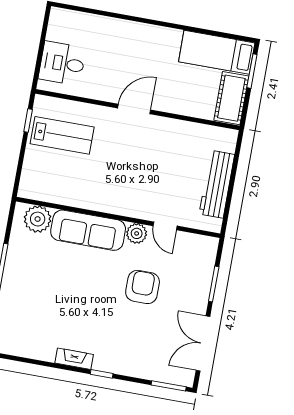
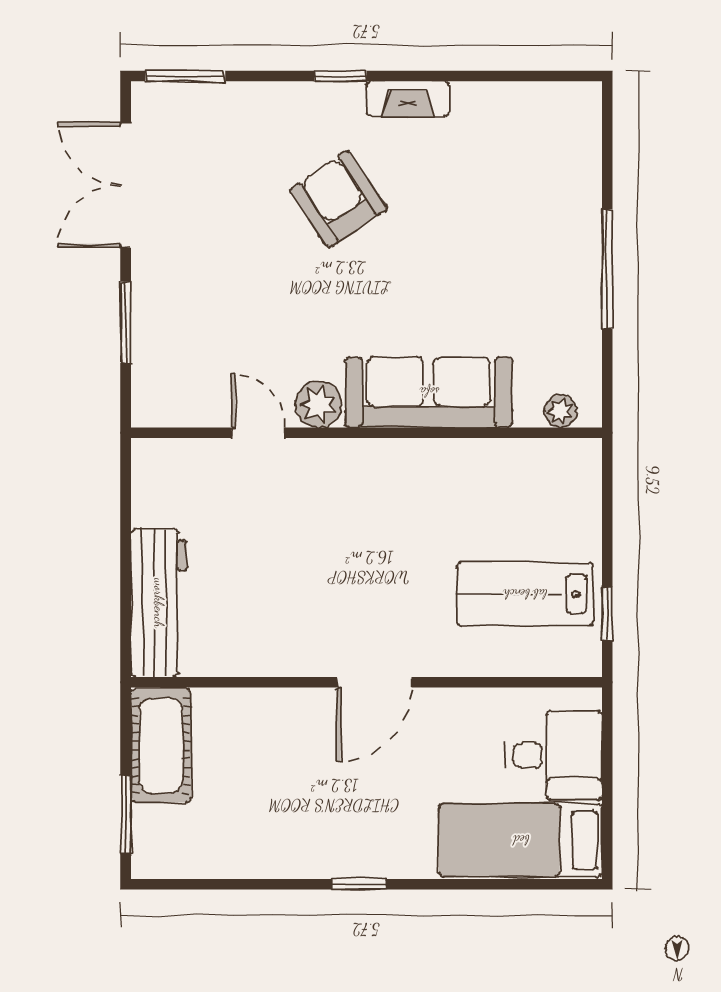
window: (156, 23) -> (359, 884), added
bed: (217, 52) -> (521, 840), moved, turned 180
workbench: (217, 184) -> (159, 603), moved
plant: (38, 219) -> (561, 411), width x0.53, depth x0.53
armchair: (143, 287) -> (338, 199), moved, turned 146
double door: (203, 343) -> (126, 185), swing flipped

